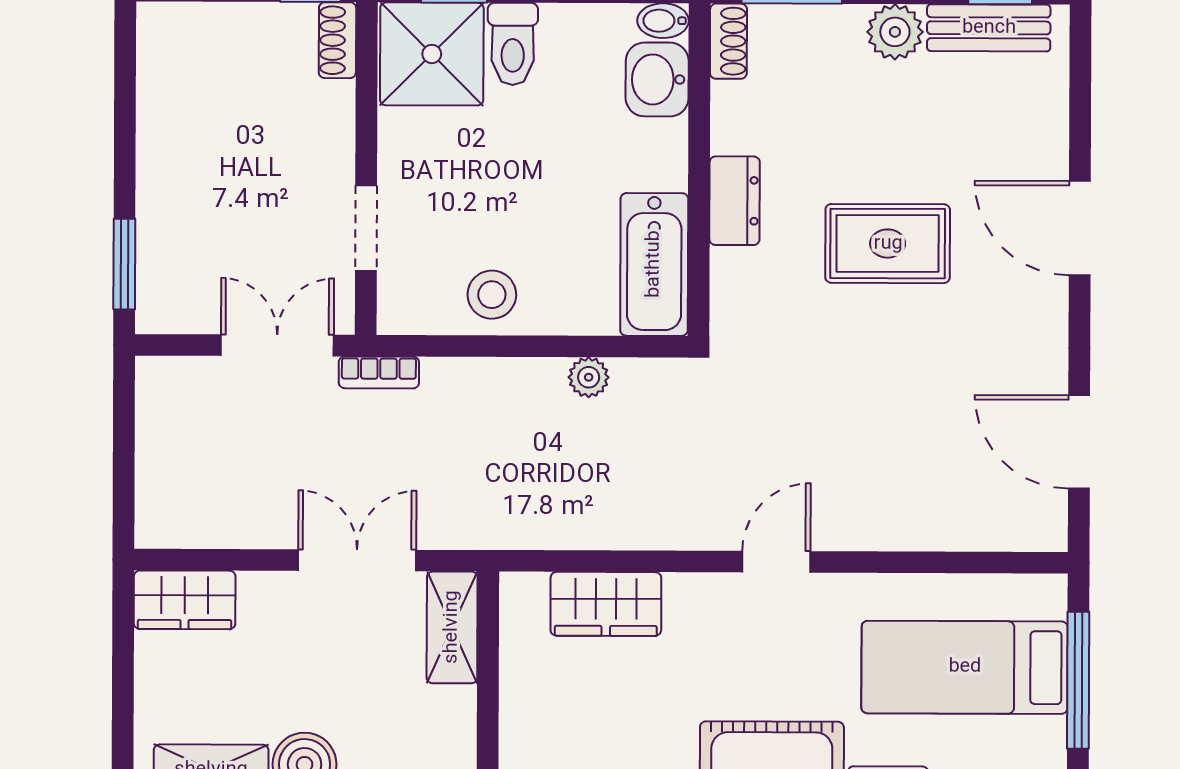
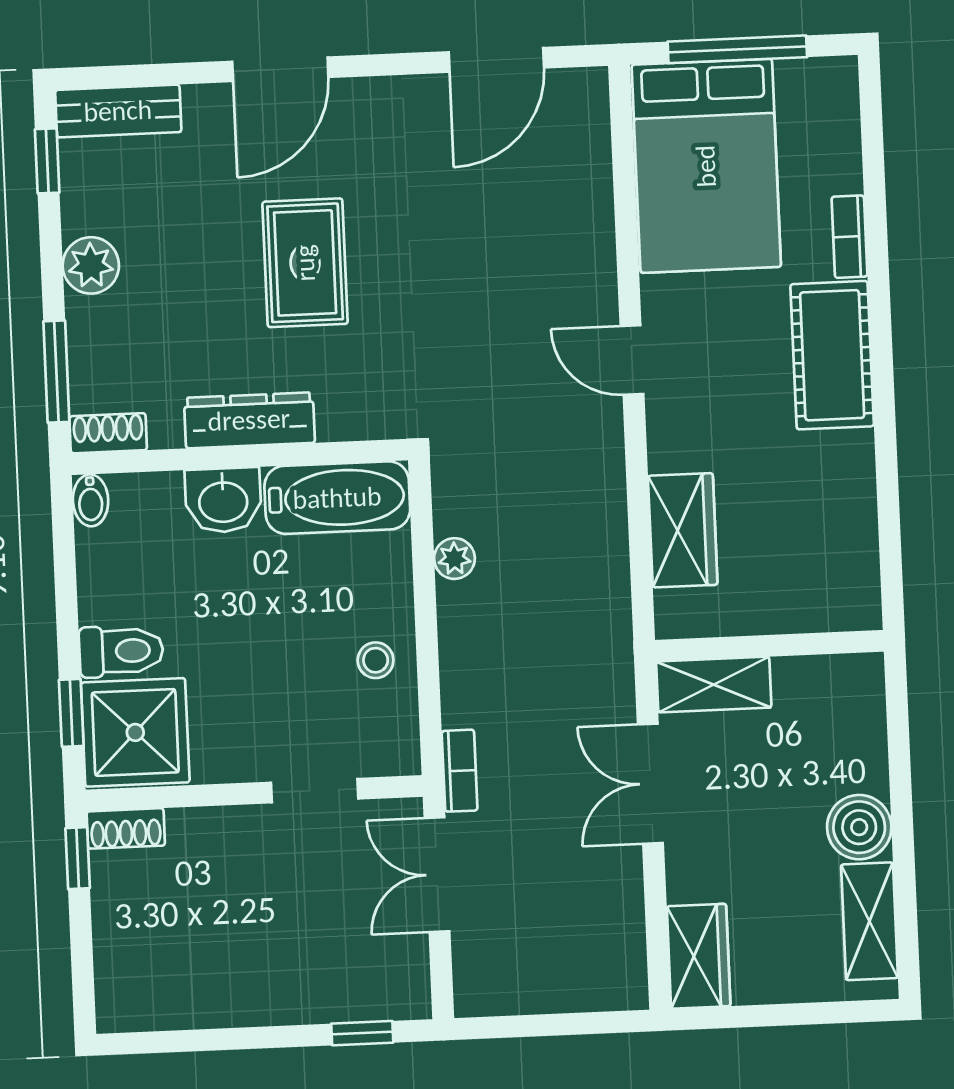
bench: (989, 28) -> (118, 111), moved, turned 90
washbasin: (657, 79) -> (223, 500), moved
dresser: (735, 201) -> (249, 420), width x1.44
window: (124, 264) -> (362, 1033), width x0.67
stool: (492, 295) -> (376, 660), width x0.73, depth x0.73
bed: (965, 667) -> (706, 166), width x1.50

